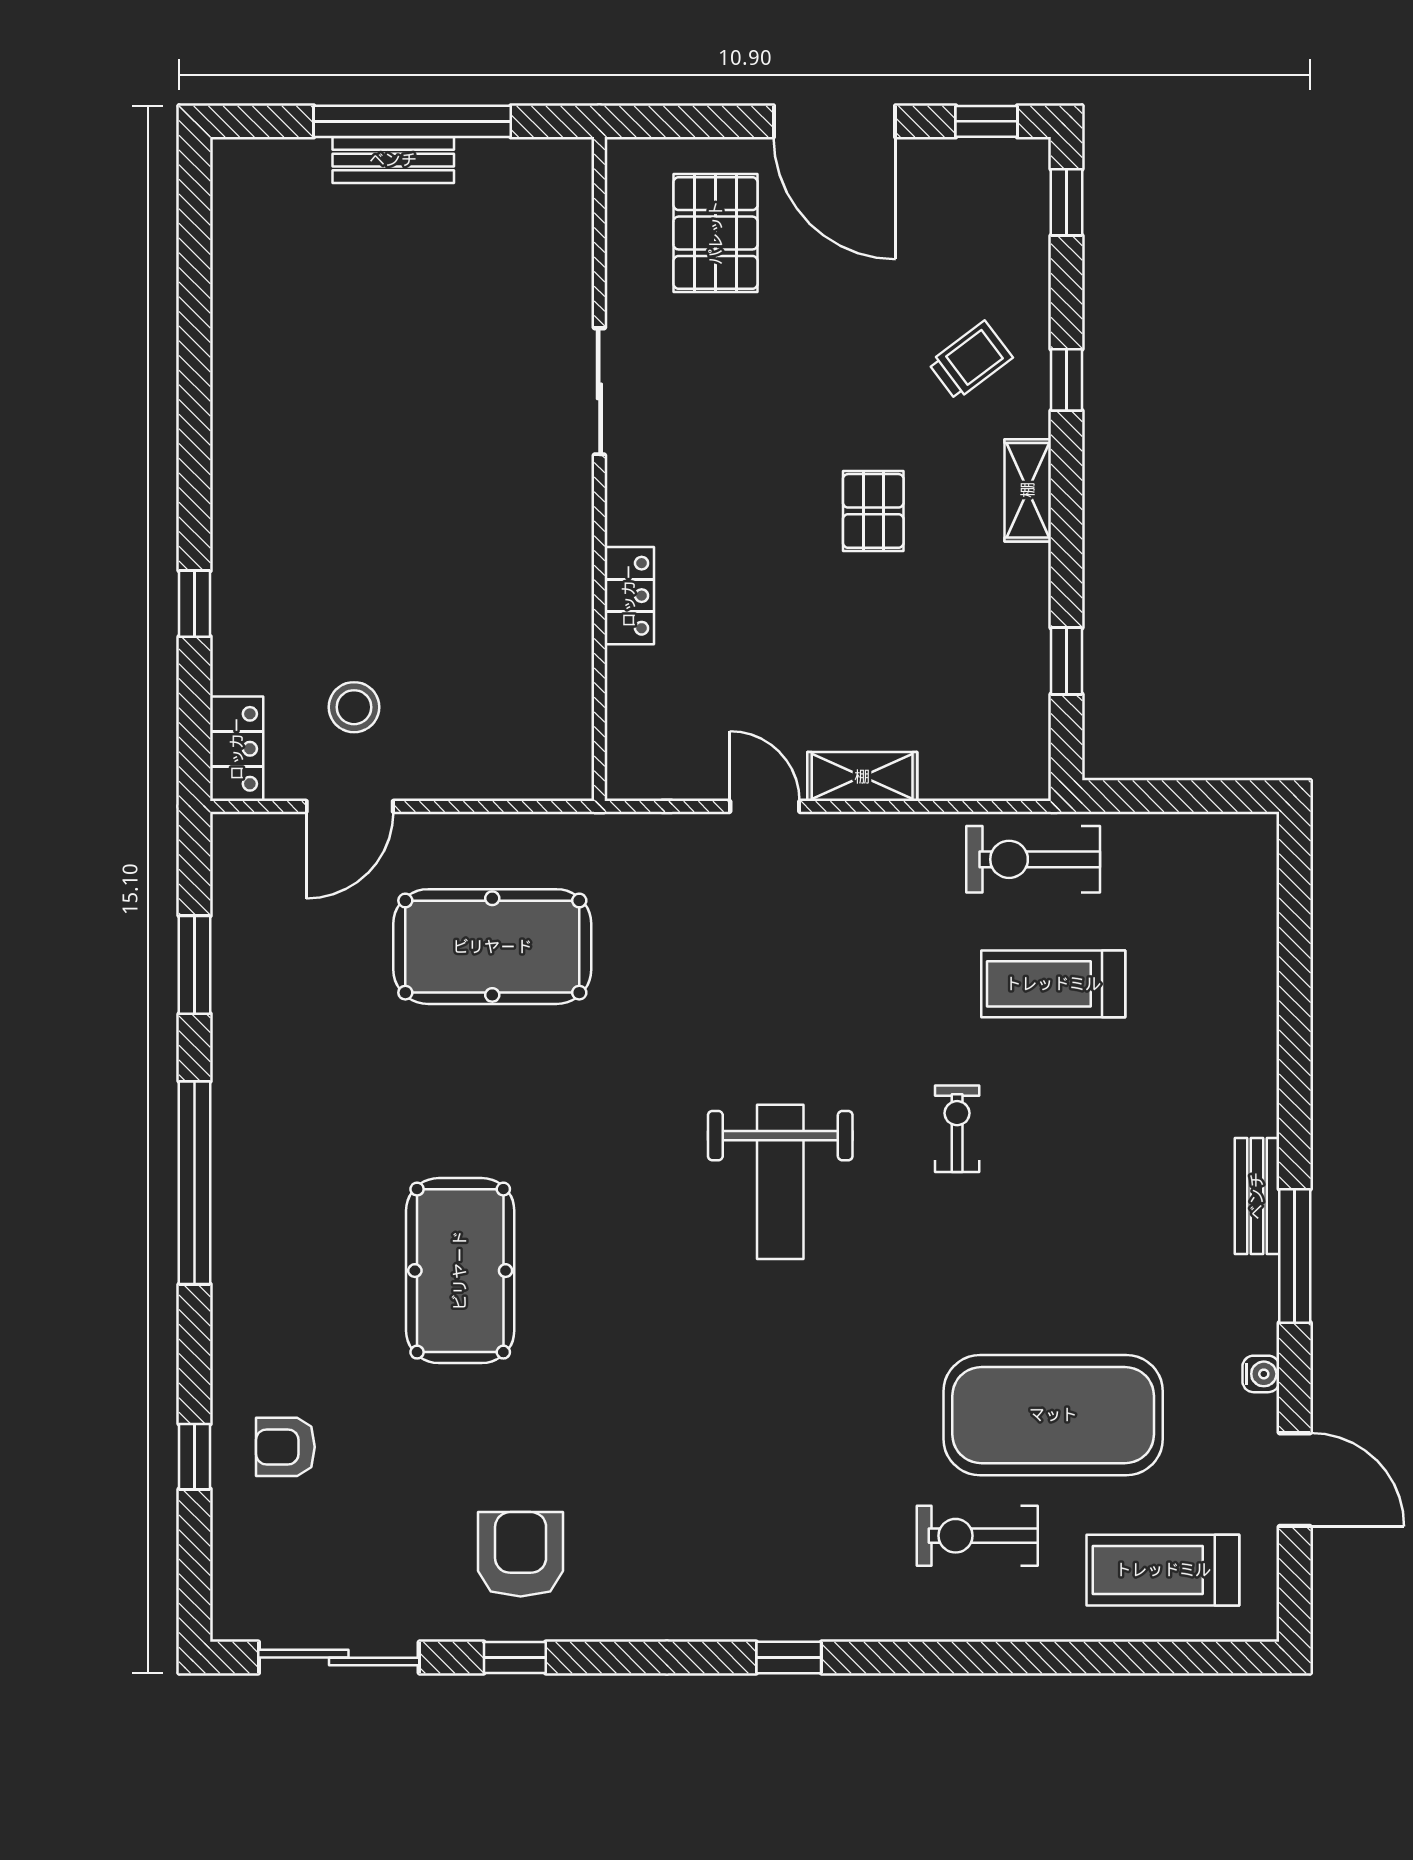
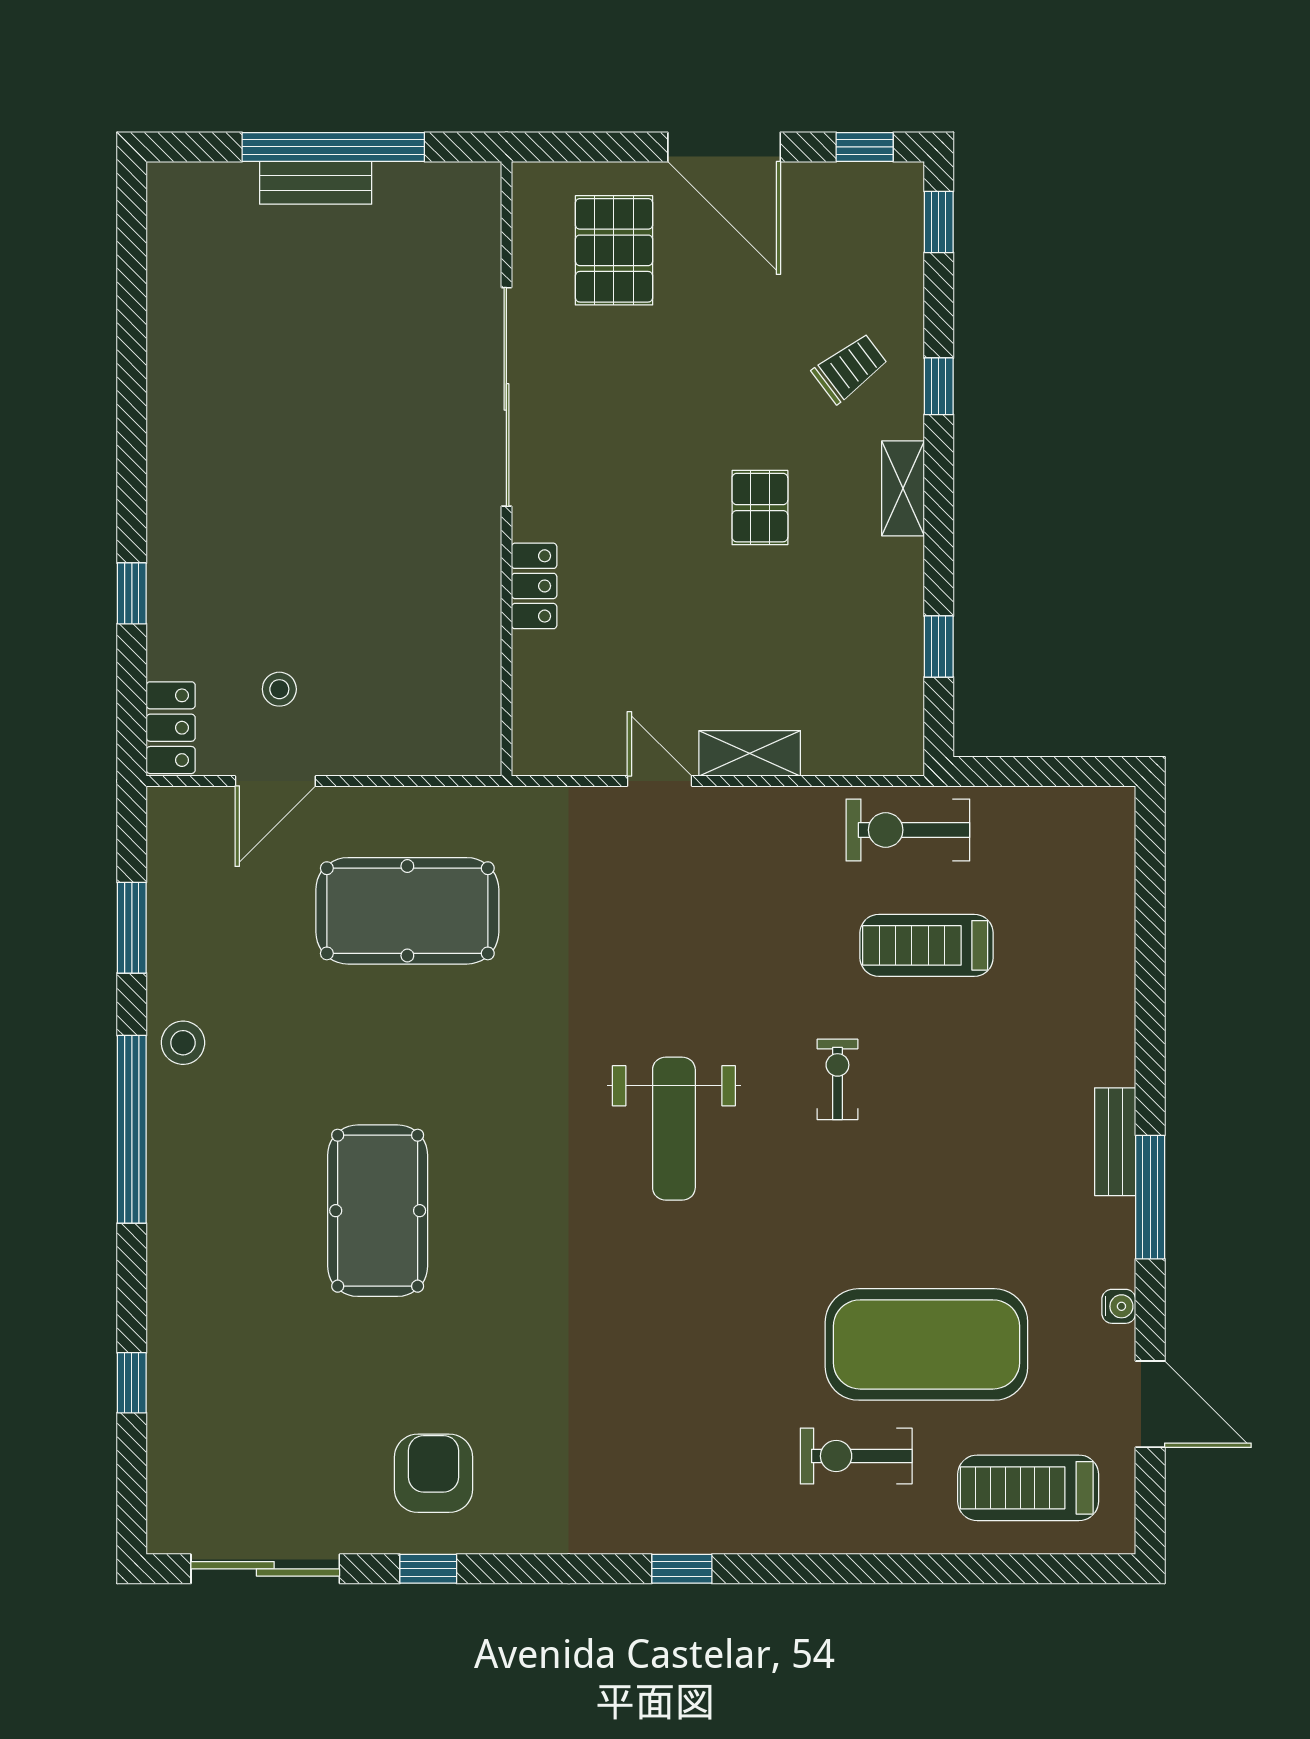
sliding door: (599, 391) -> (506, 397), width x1.86
stool: (354, 707) -> (279, 689), width x0.73, depth x0.73
stool: (250, 1089) -> (183, 1043), added
armchair: (285, 1447) -> (216, 1374), removed

